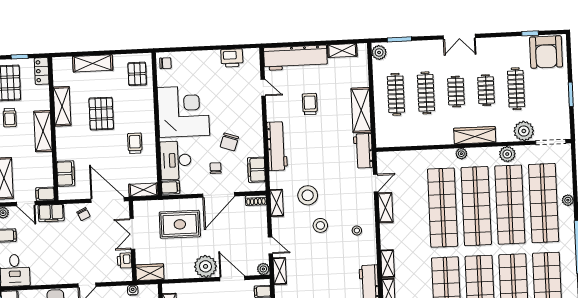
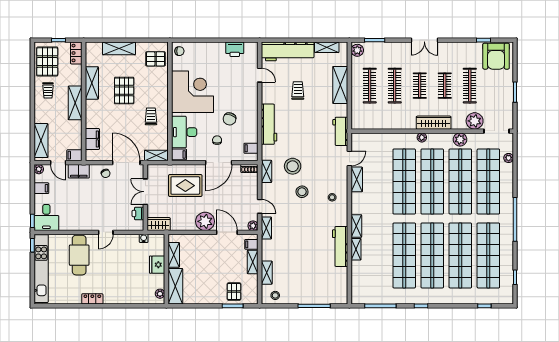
pallet: (137, 74) -> (156, 59), turned 90
shelving: (361, 110) -> (340, 85), moved
filing cabinet: (256, 170) -> (251, 148), width x0.50
plant: (568, 200) -> (509, 158), moved

